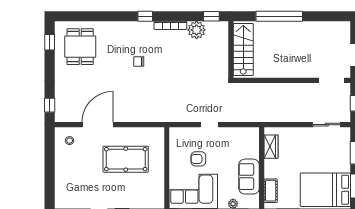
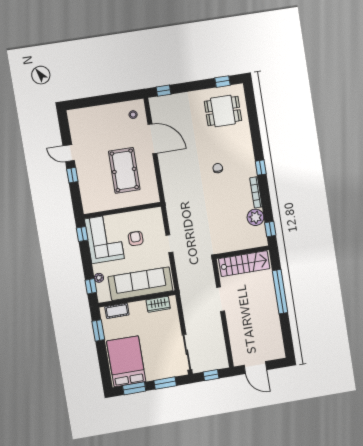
doorway: (332, 80) -> (221, 299), moved
sliding door: (327, 125) -> (187, 352), width x1.37
sofa: (249, 177) -> (140, 284), width x1.85, depth x1.27

